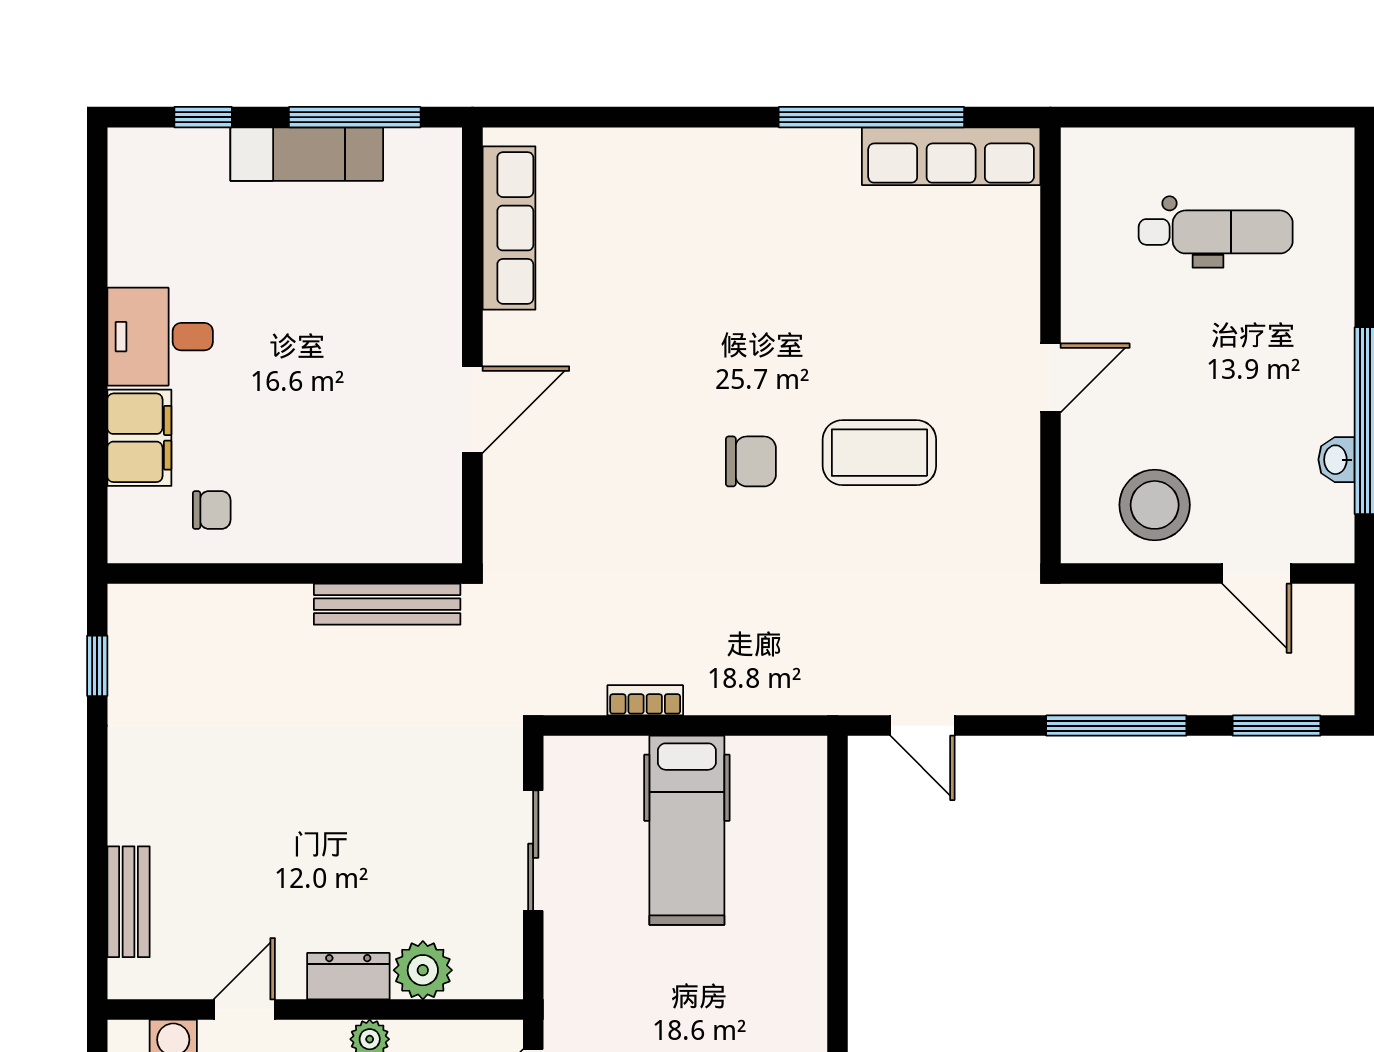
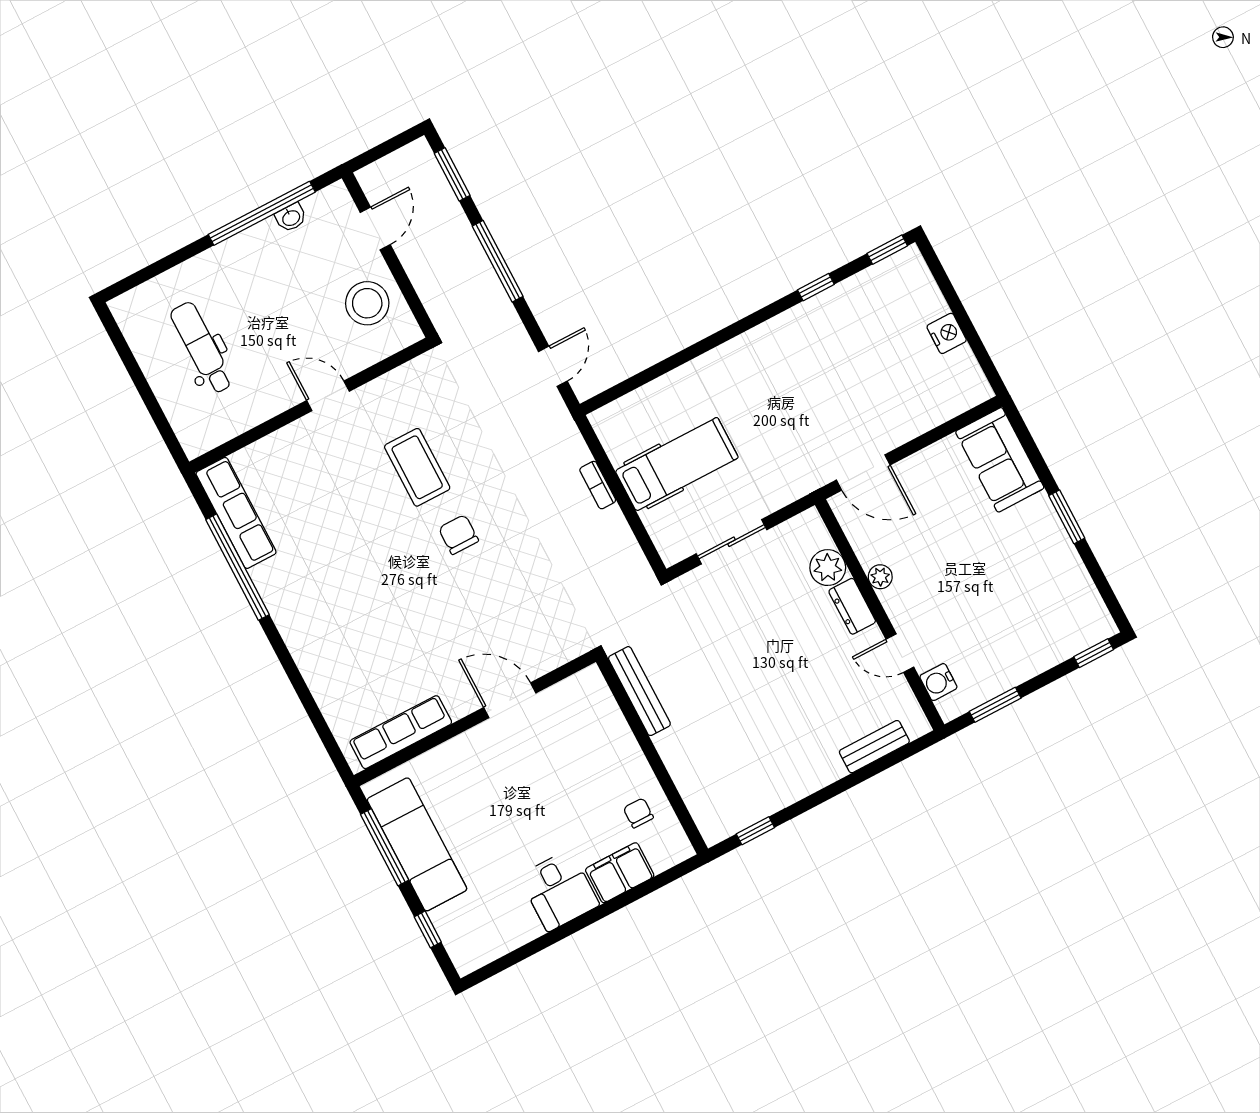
exam couch: (307, 154) -> (417, 844), width x1.36, depth x1.45
bookcase: (645, 700) -> (598, 485), moved

